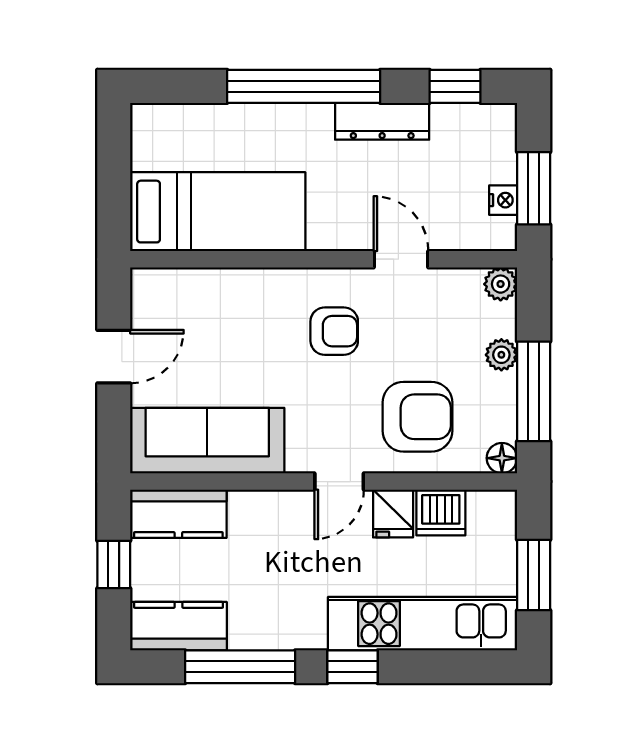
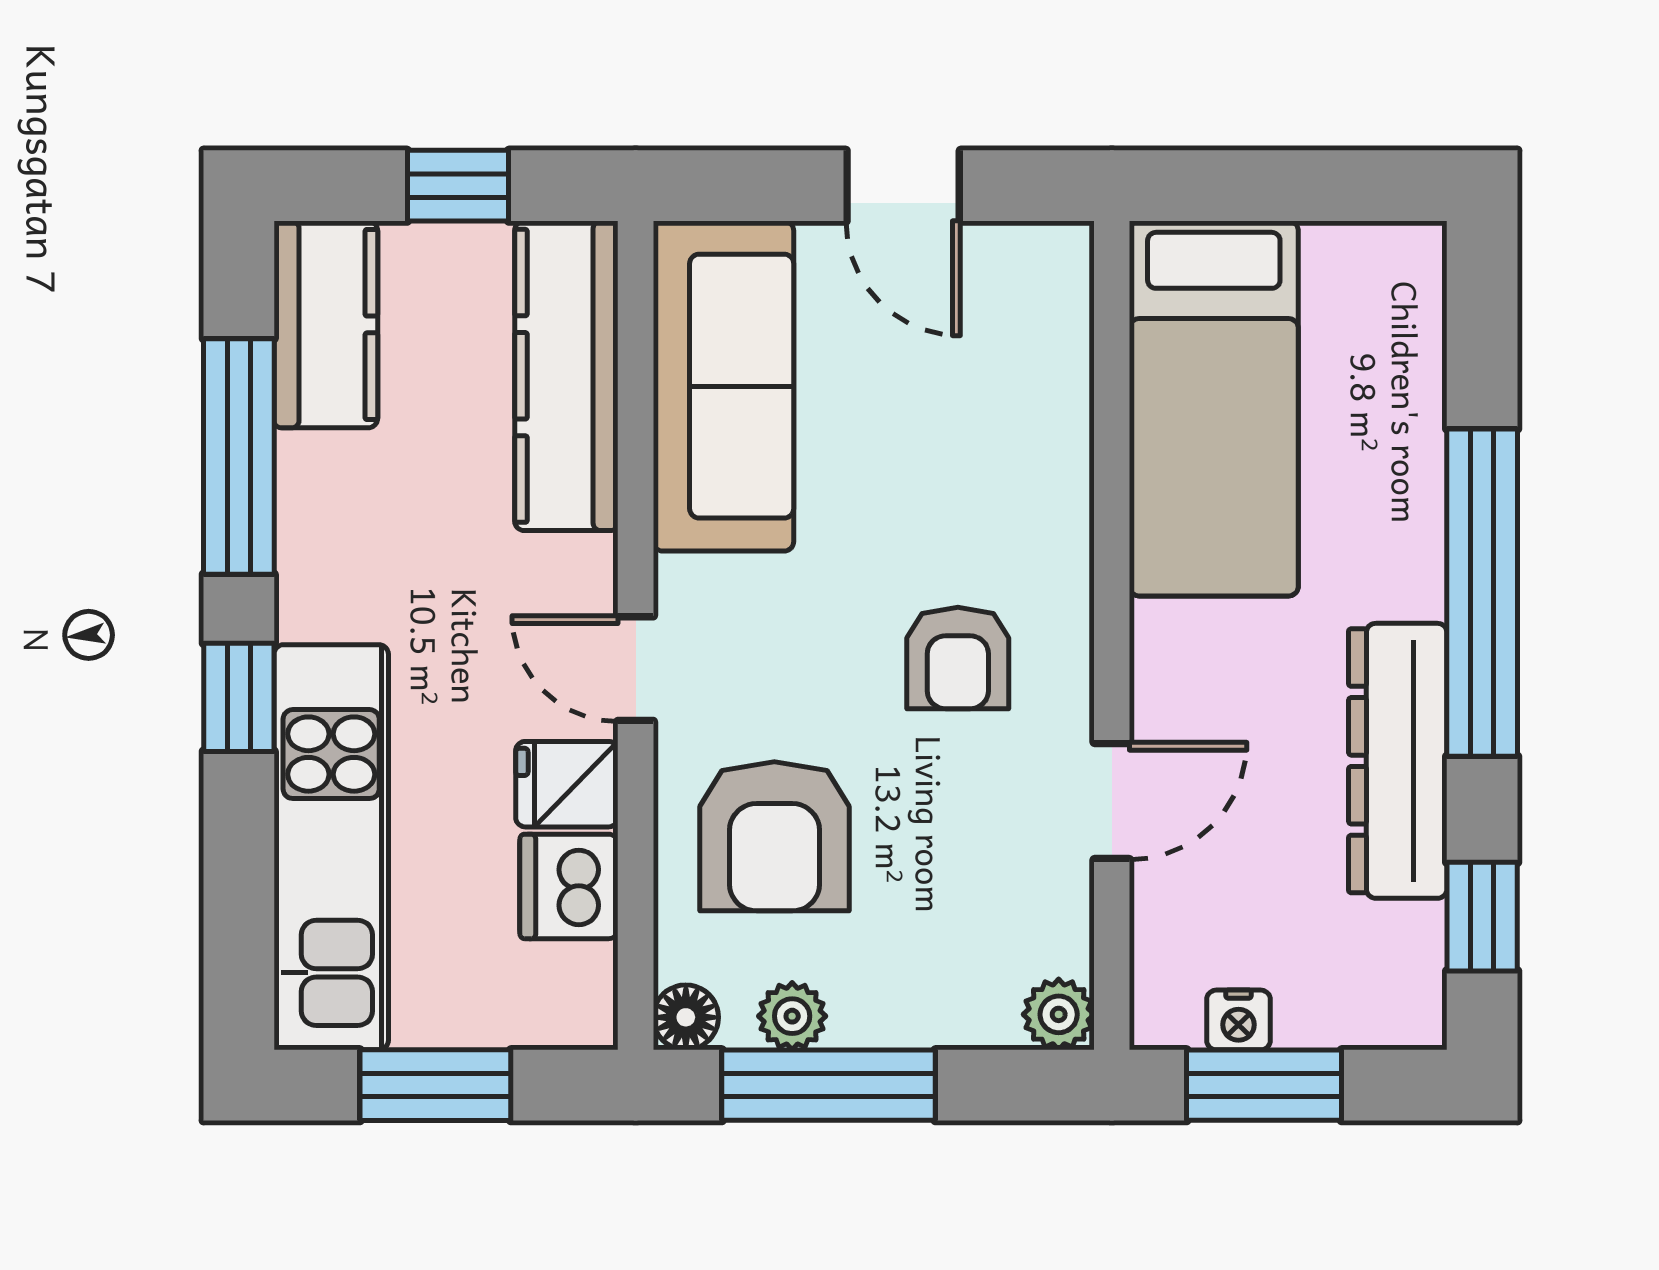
dresser: (382, 121) -> (1398, 761), width x1.37, depth x1.24
plant: (501, 355) -> (792, 1016), moved
kitchen counter: (178, 514) -> (566, 376), width x1.50

